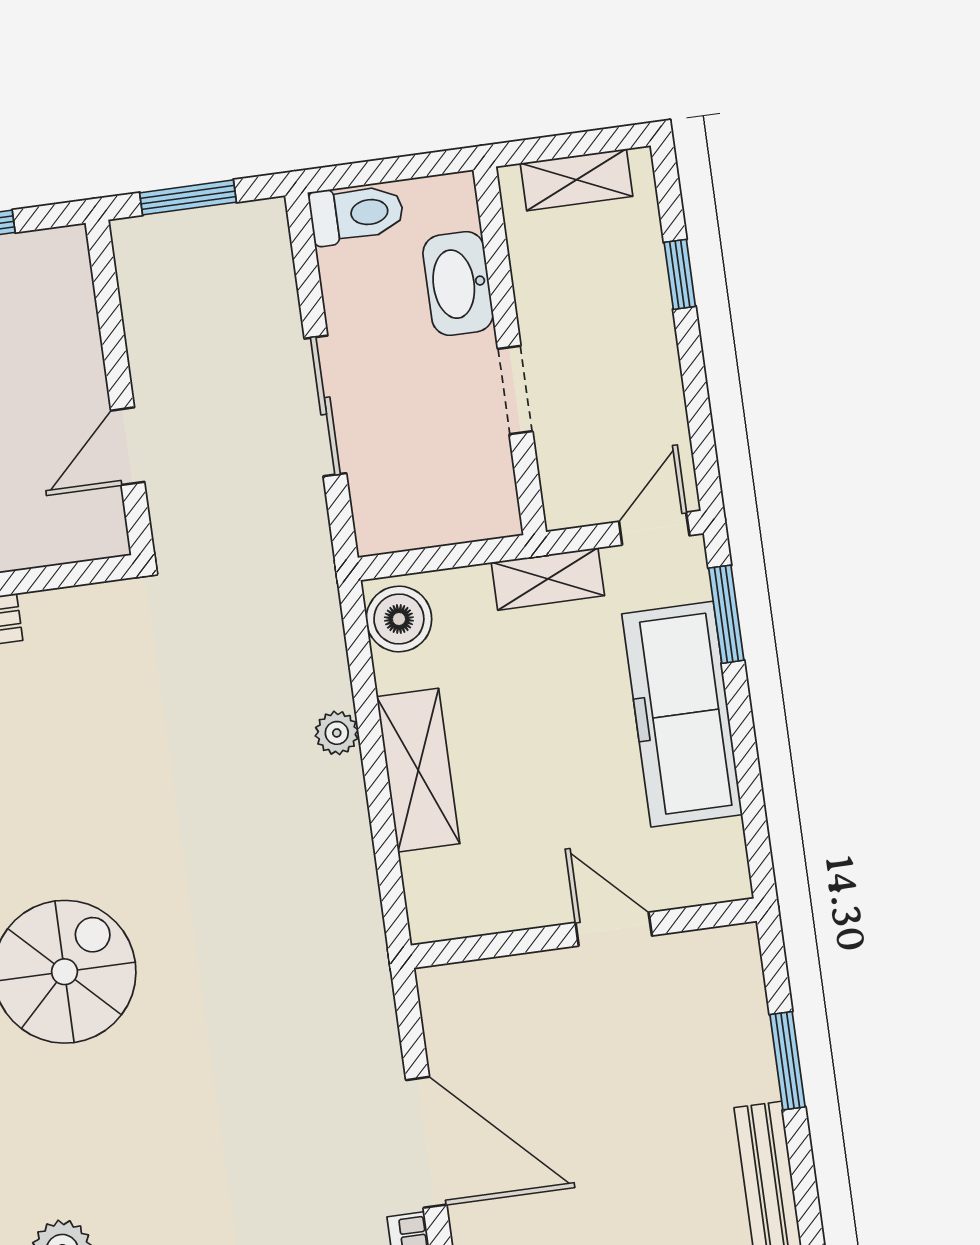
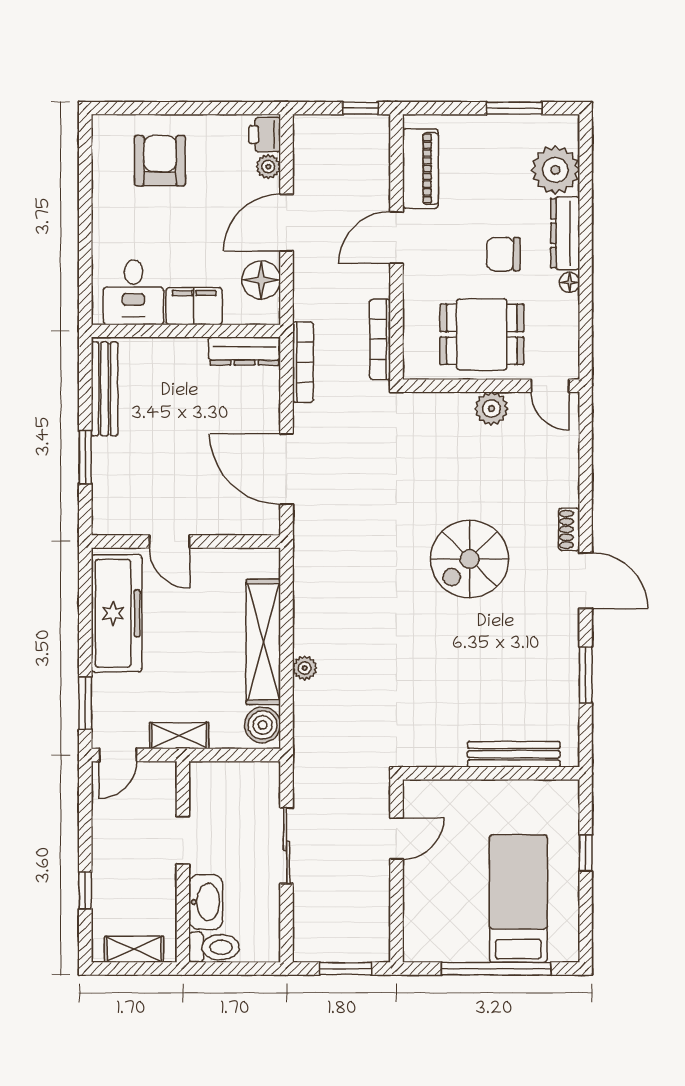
toilet: (357, 214) -> (214, 947), moved, turned 180
freezer: (682, 714) -> (117, 613), moved
shelving: (418, 770) -> (263, 642), width x1.47
door: (426, 1142) -> (287, 469), moved

